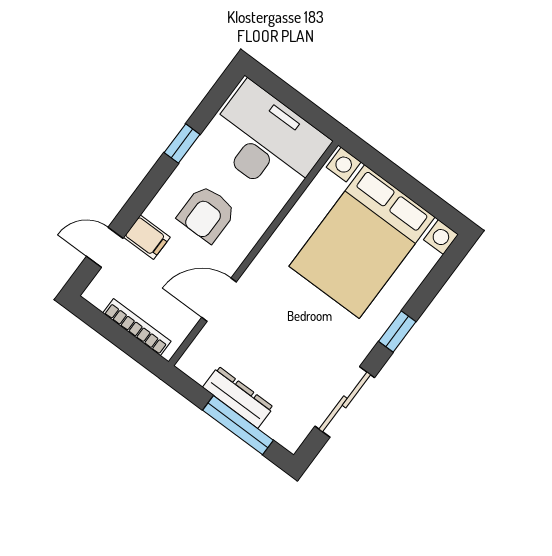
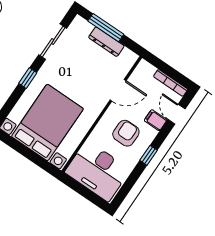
window: (182, 144) -> (148, 155), moved
door: (105, 247) -> (177, 114), swing flipped
bookcase: (137, 327) -> (171, 83), moved

